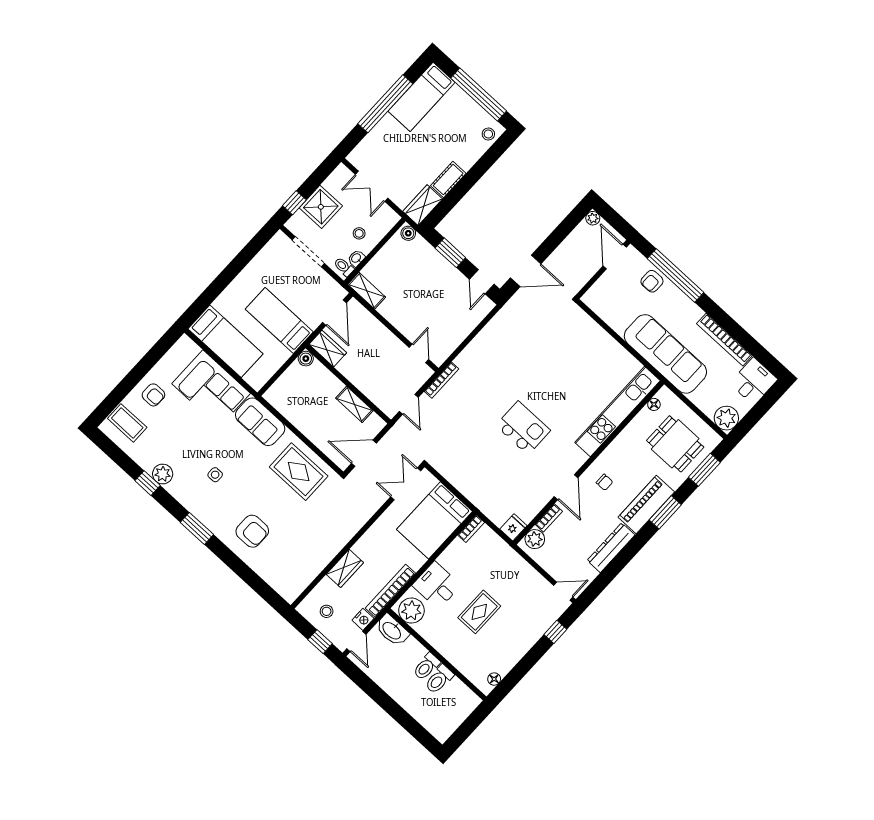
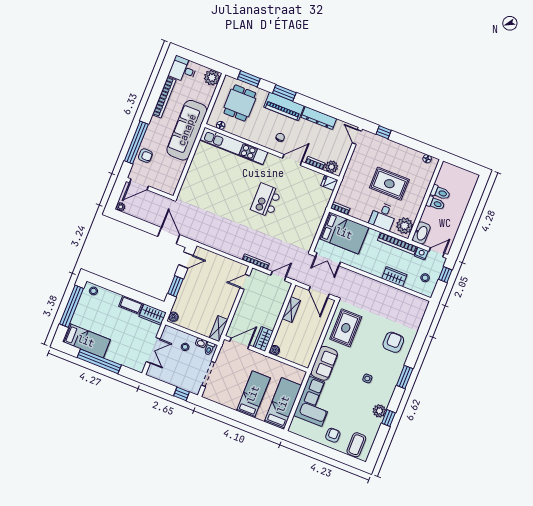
shower: (321, 207) -> (178, 377), removed
bed: (279, 320) -> (253, 394), moved, turned 180
rug: (479, 612) -> (389, 184), width x1.36, depth x1.43

